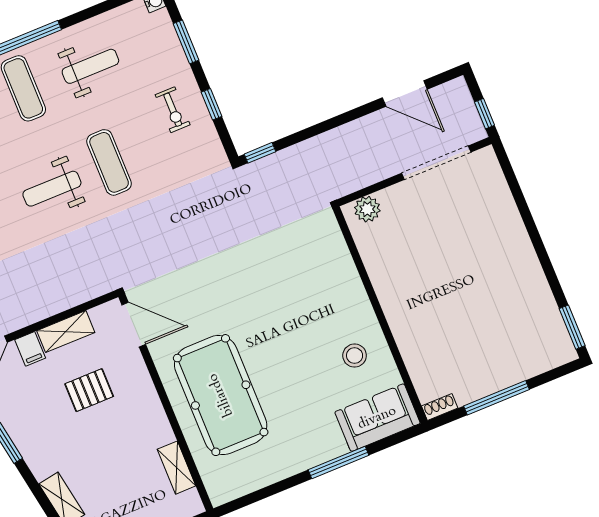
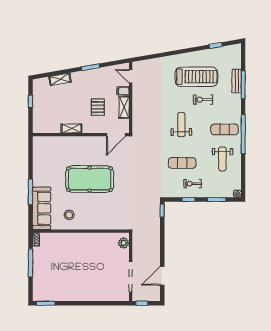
exercise mat: (109, 162) -> (182, 163), moved
pool table: (221, 395) -> (90, 179), moved
sofa: (377, 418) -> (42, 208), width x1.36
shelving: (176, 468) -> (71, 129), moved

